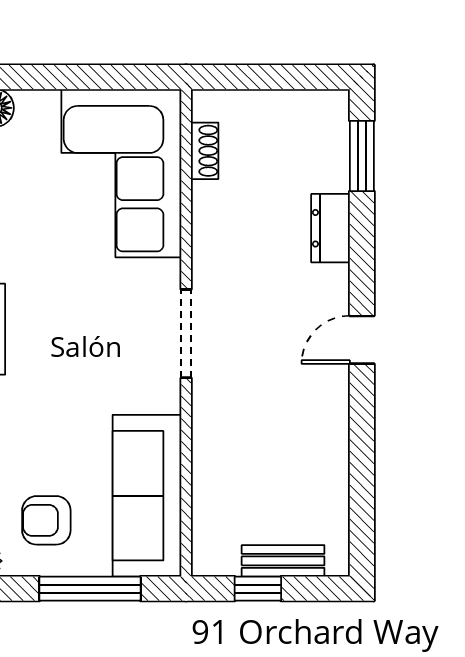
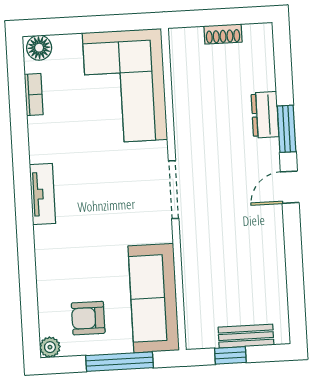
shoe rack: (205, 151) -> (223, 34), moved, turned 90
window: (362, 156) -> (287, 129), moved

